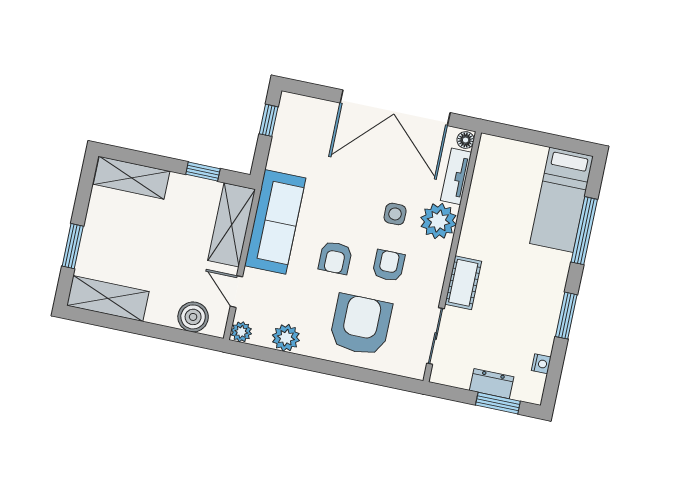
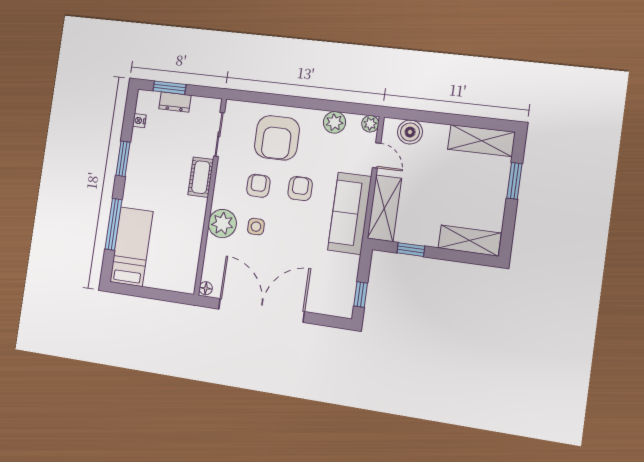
tv unit: (456, 176) -> (211, 259), removed
armchair: (389, 266) -> (258, 186), turned 180

